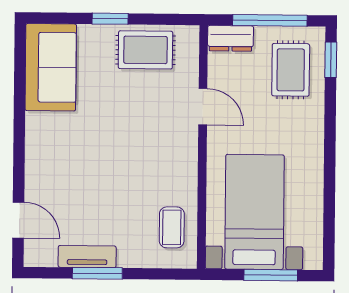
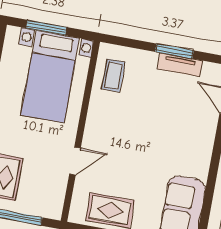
dresser: (230, 38) -> (46, 208), removed
door: (203, 107) -> (75, 161), swing flipped

